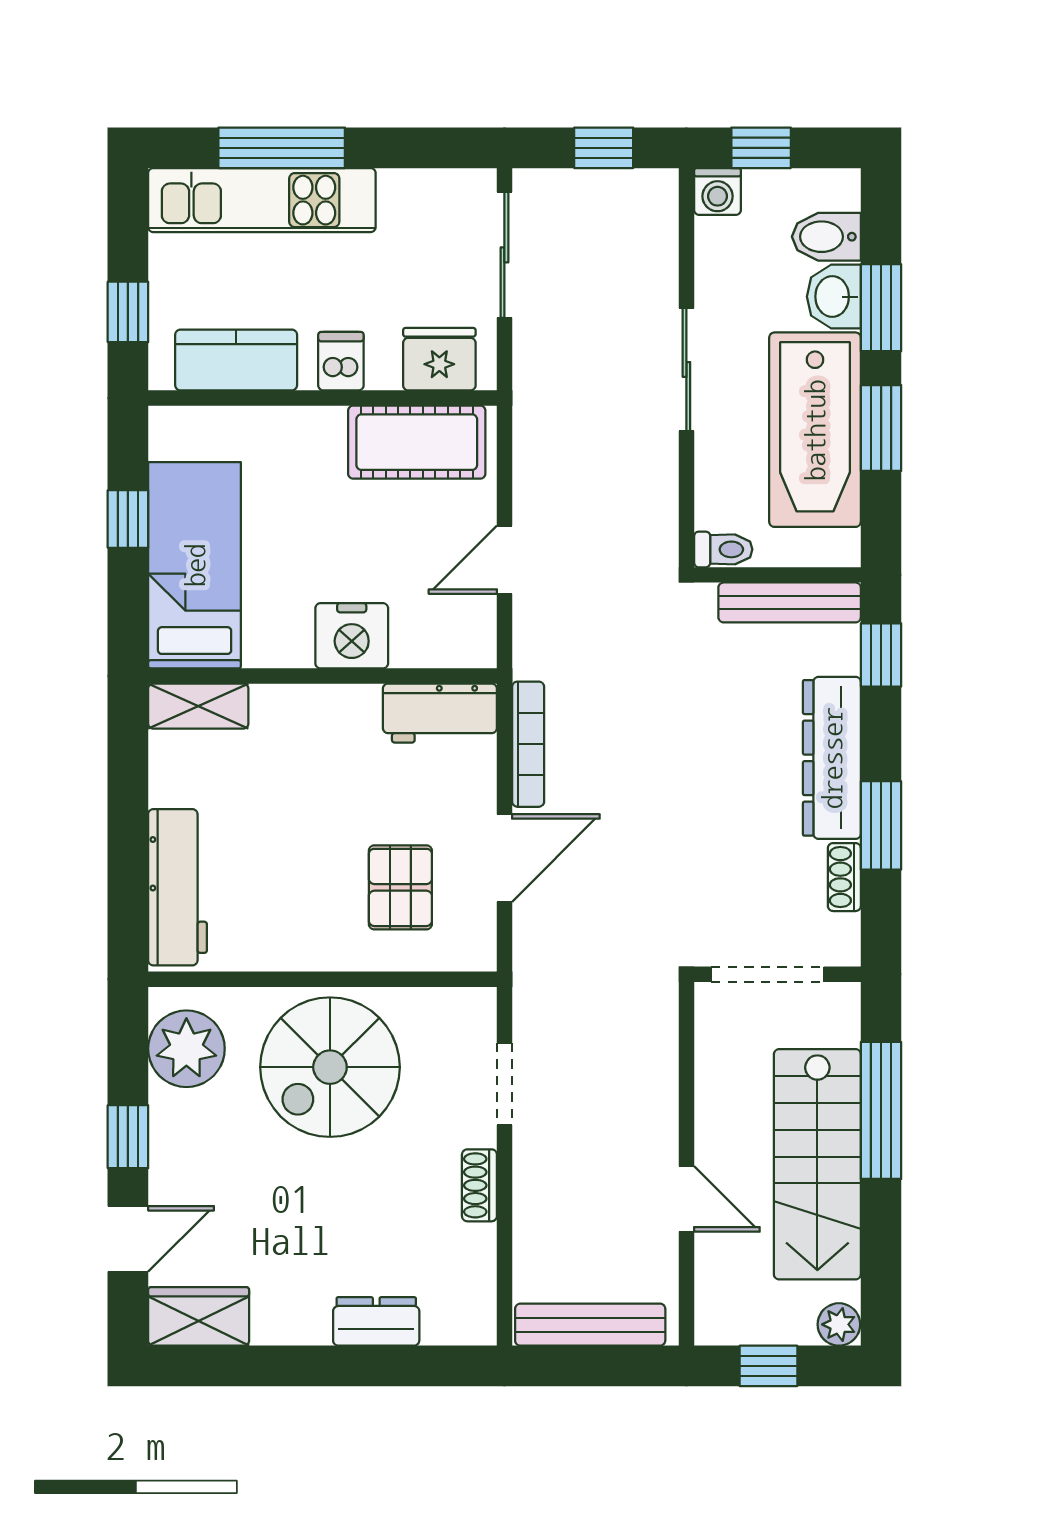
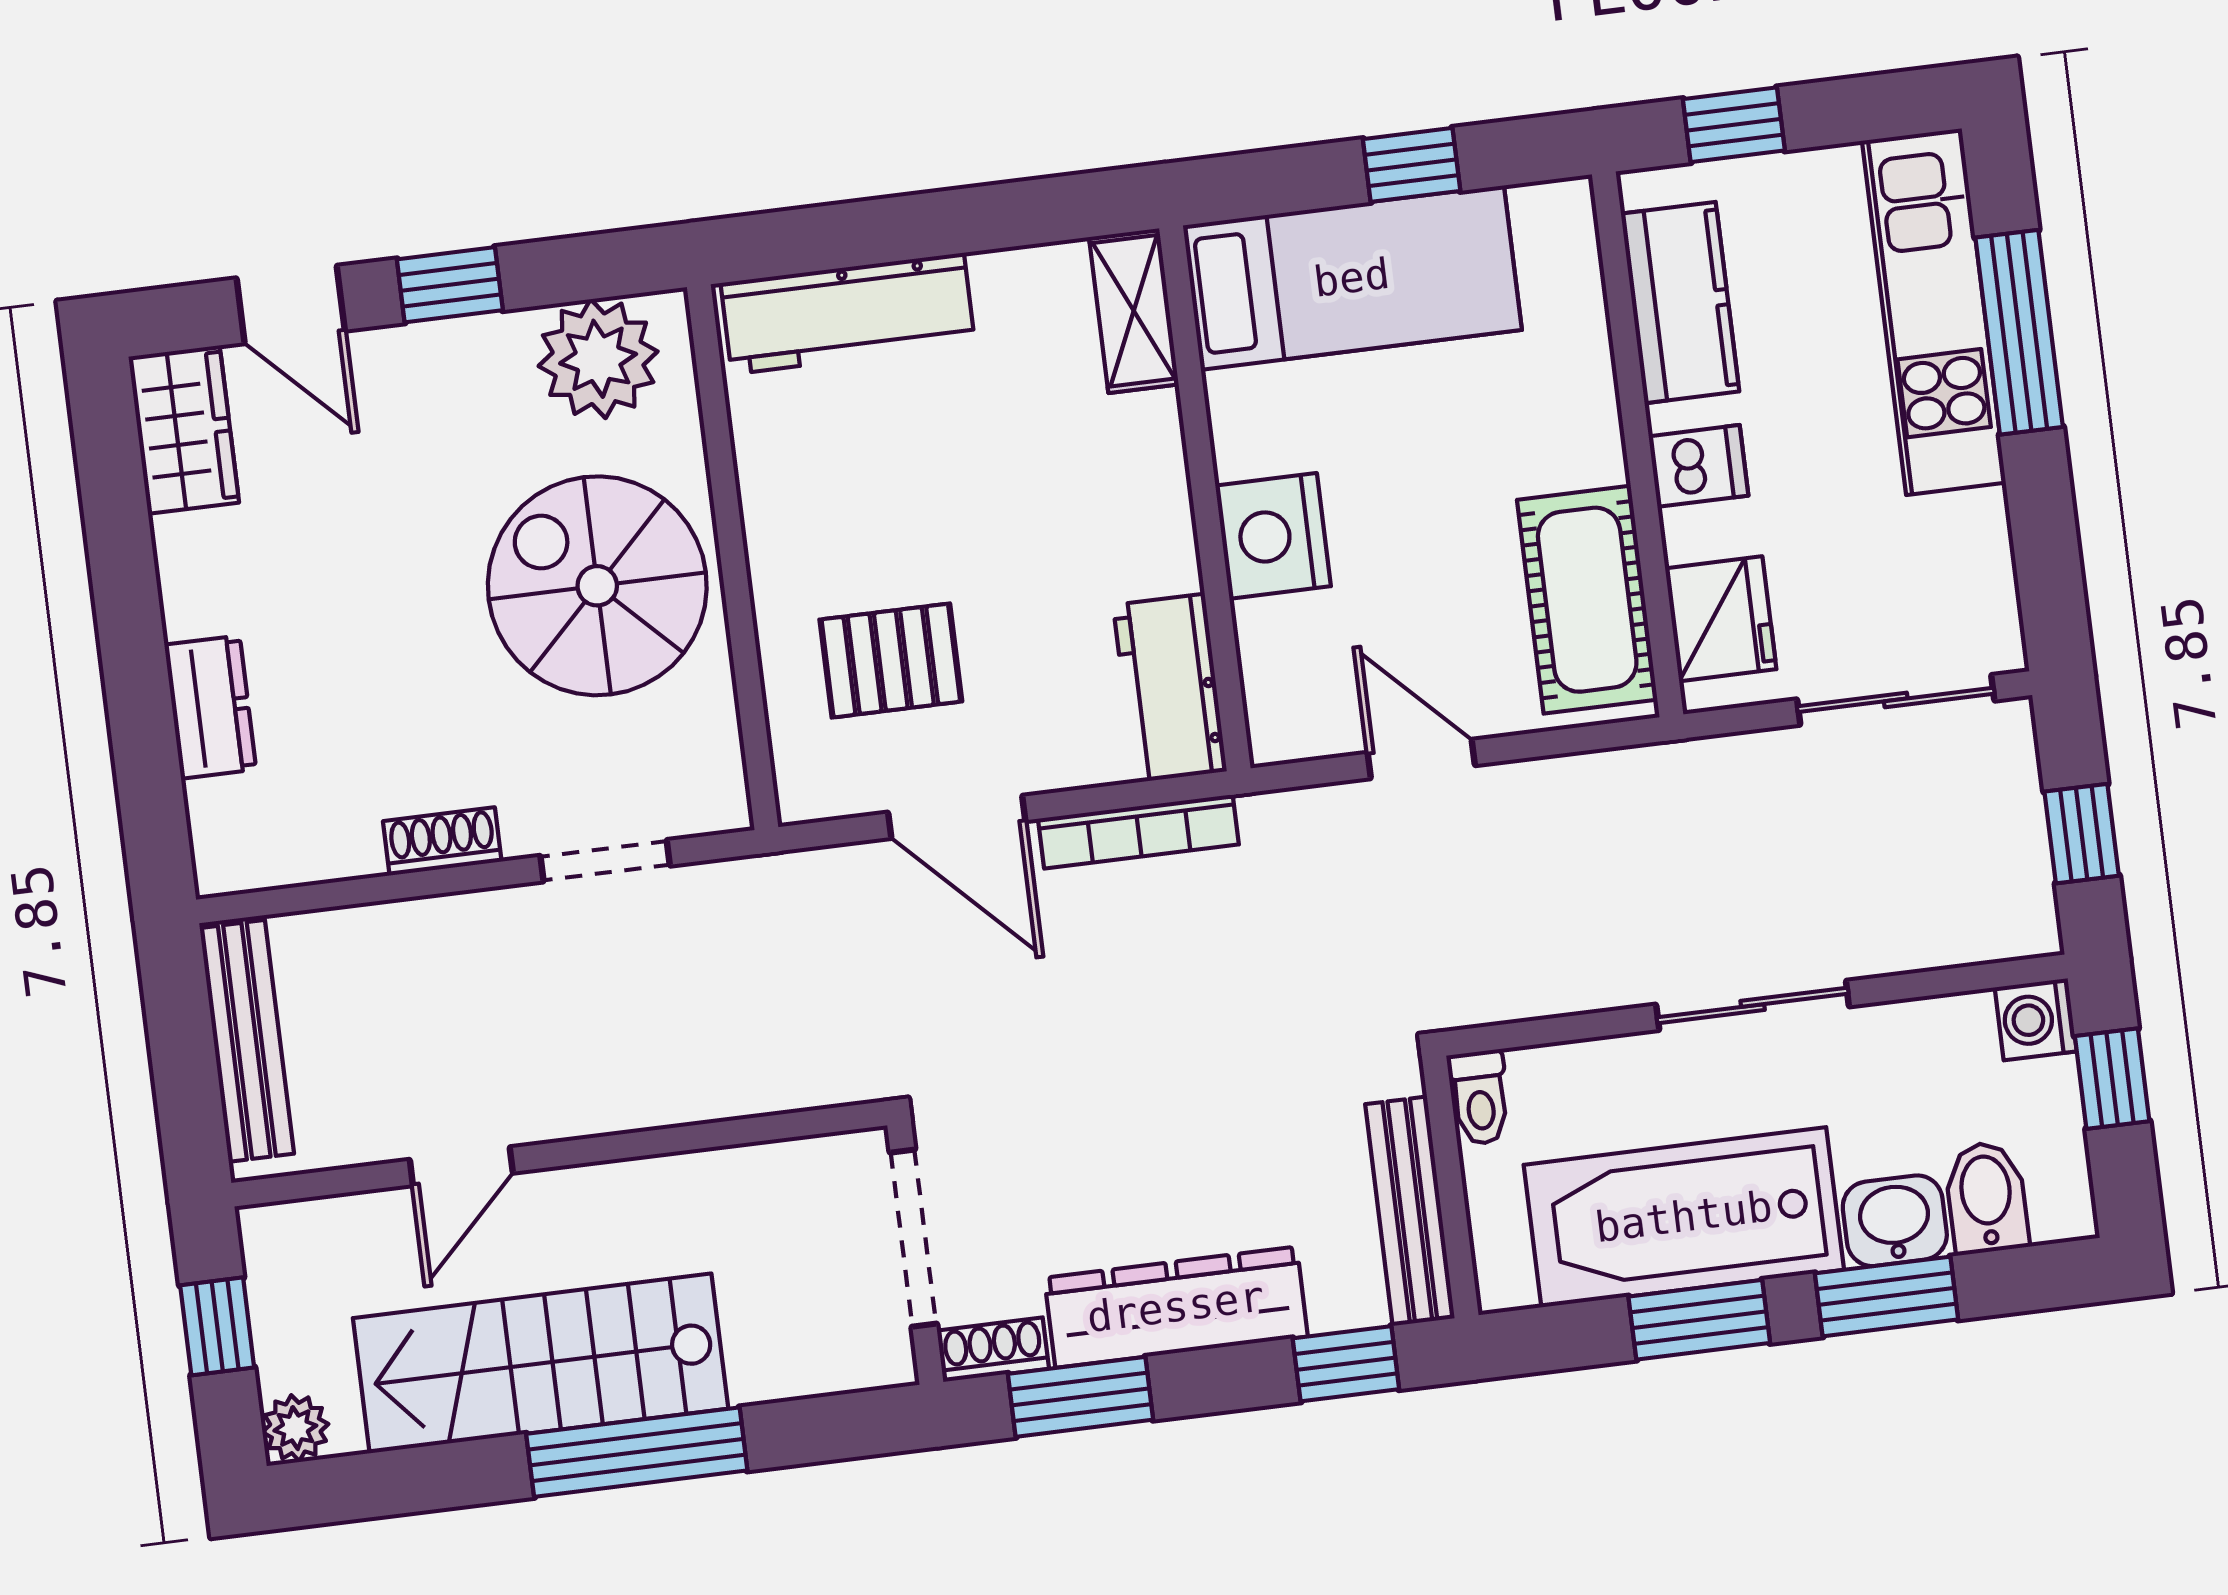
doorway: (767, 974) -> (913, 1238), moved
wall: (777, 974) -> (915, 1254), moved

